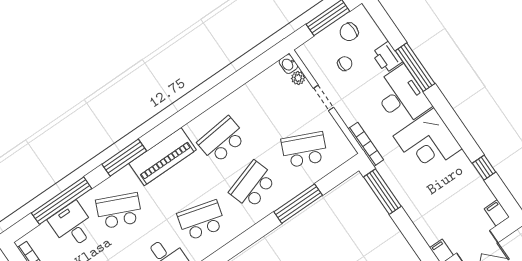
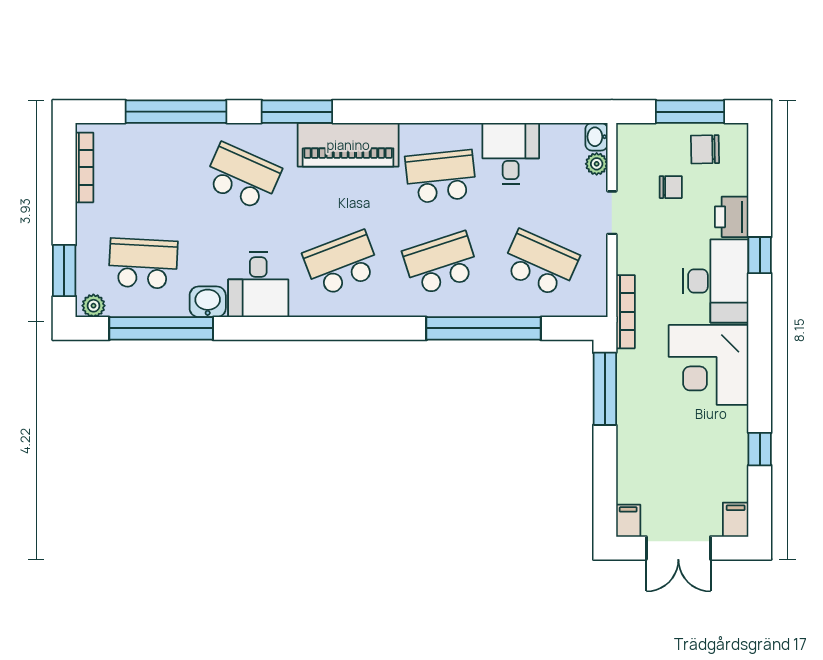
window: (415, 67) -> (760, 255), width x0.46
window: (298, 204) -> (484, 328), width x1.46
school desk: (201, 220) -> (342, 263), turned -36
desk: (72, 225) -> (511, 153), moved

